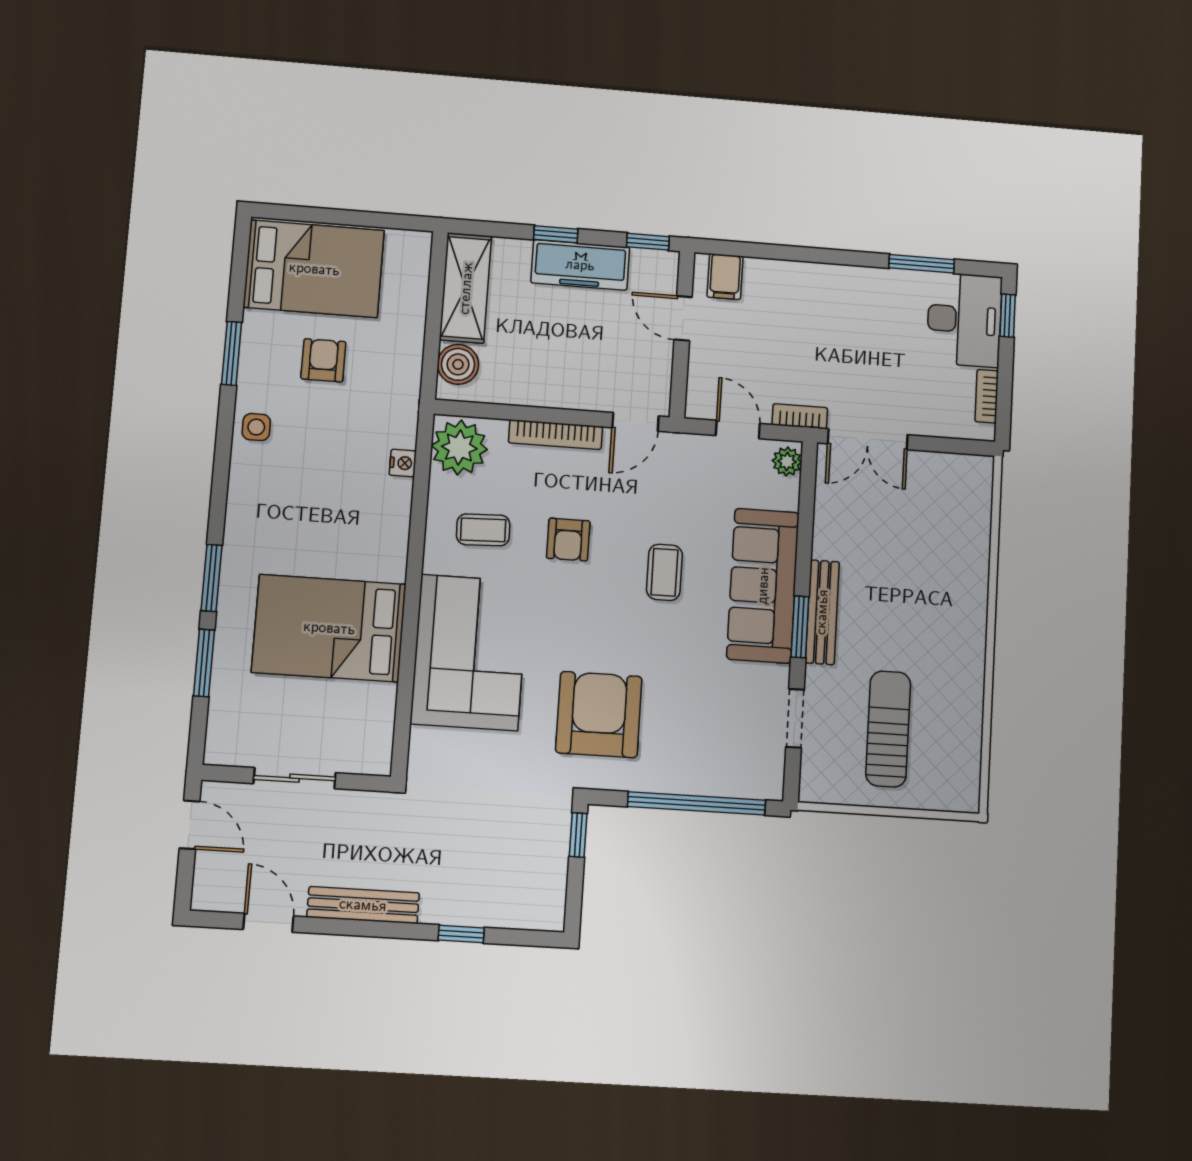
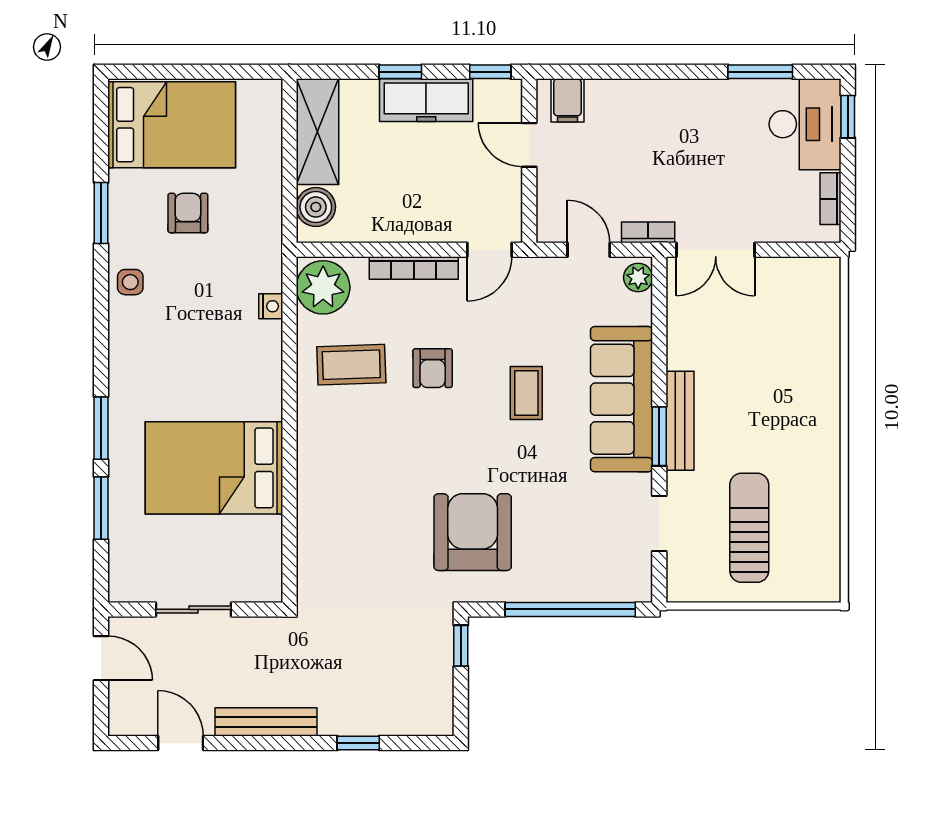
coffee table: (483, 530) -> (351, 365), width x1.36, depth x1.30
corner sofa: (469, 652) -> (347, 482), removed

